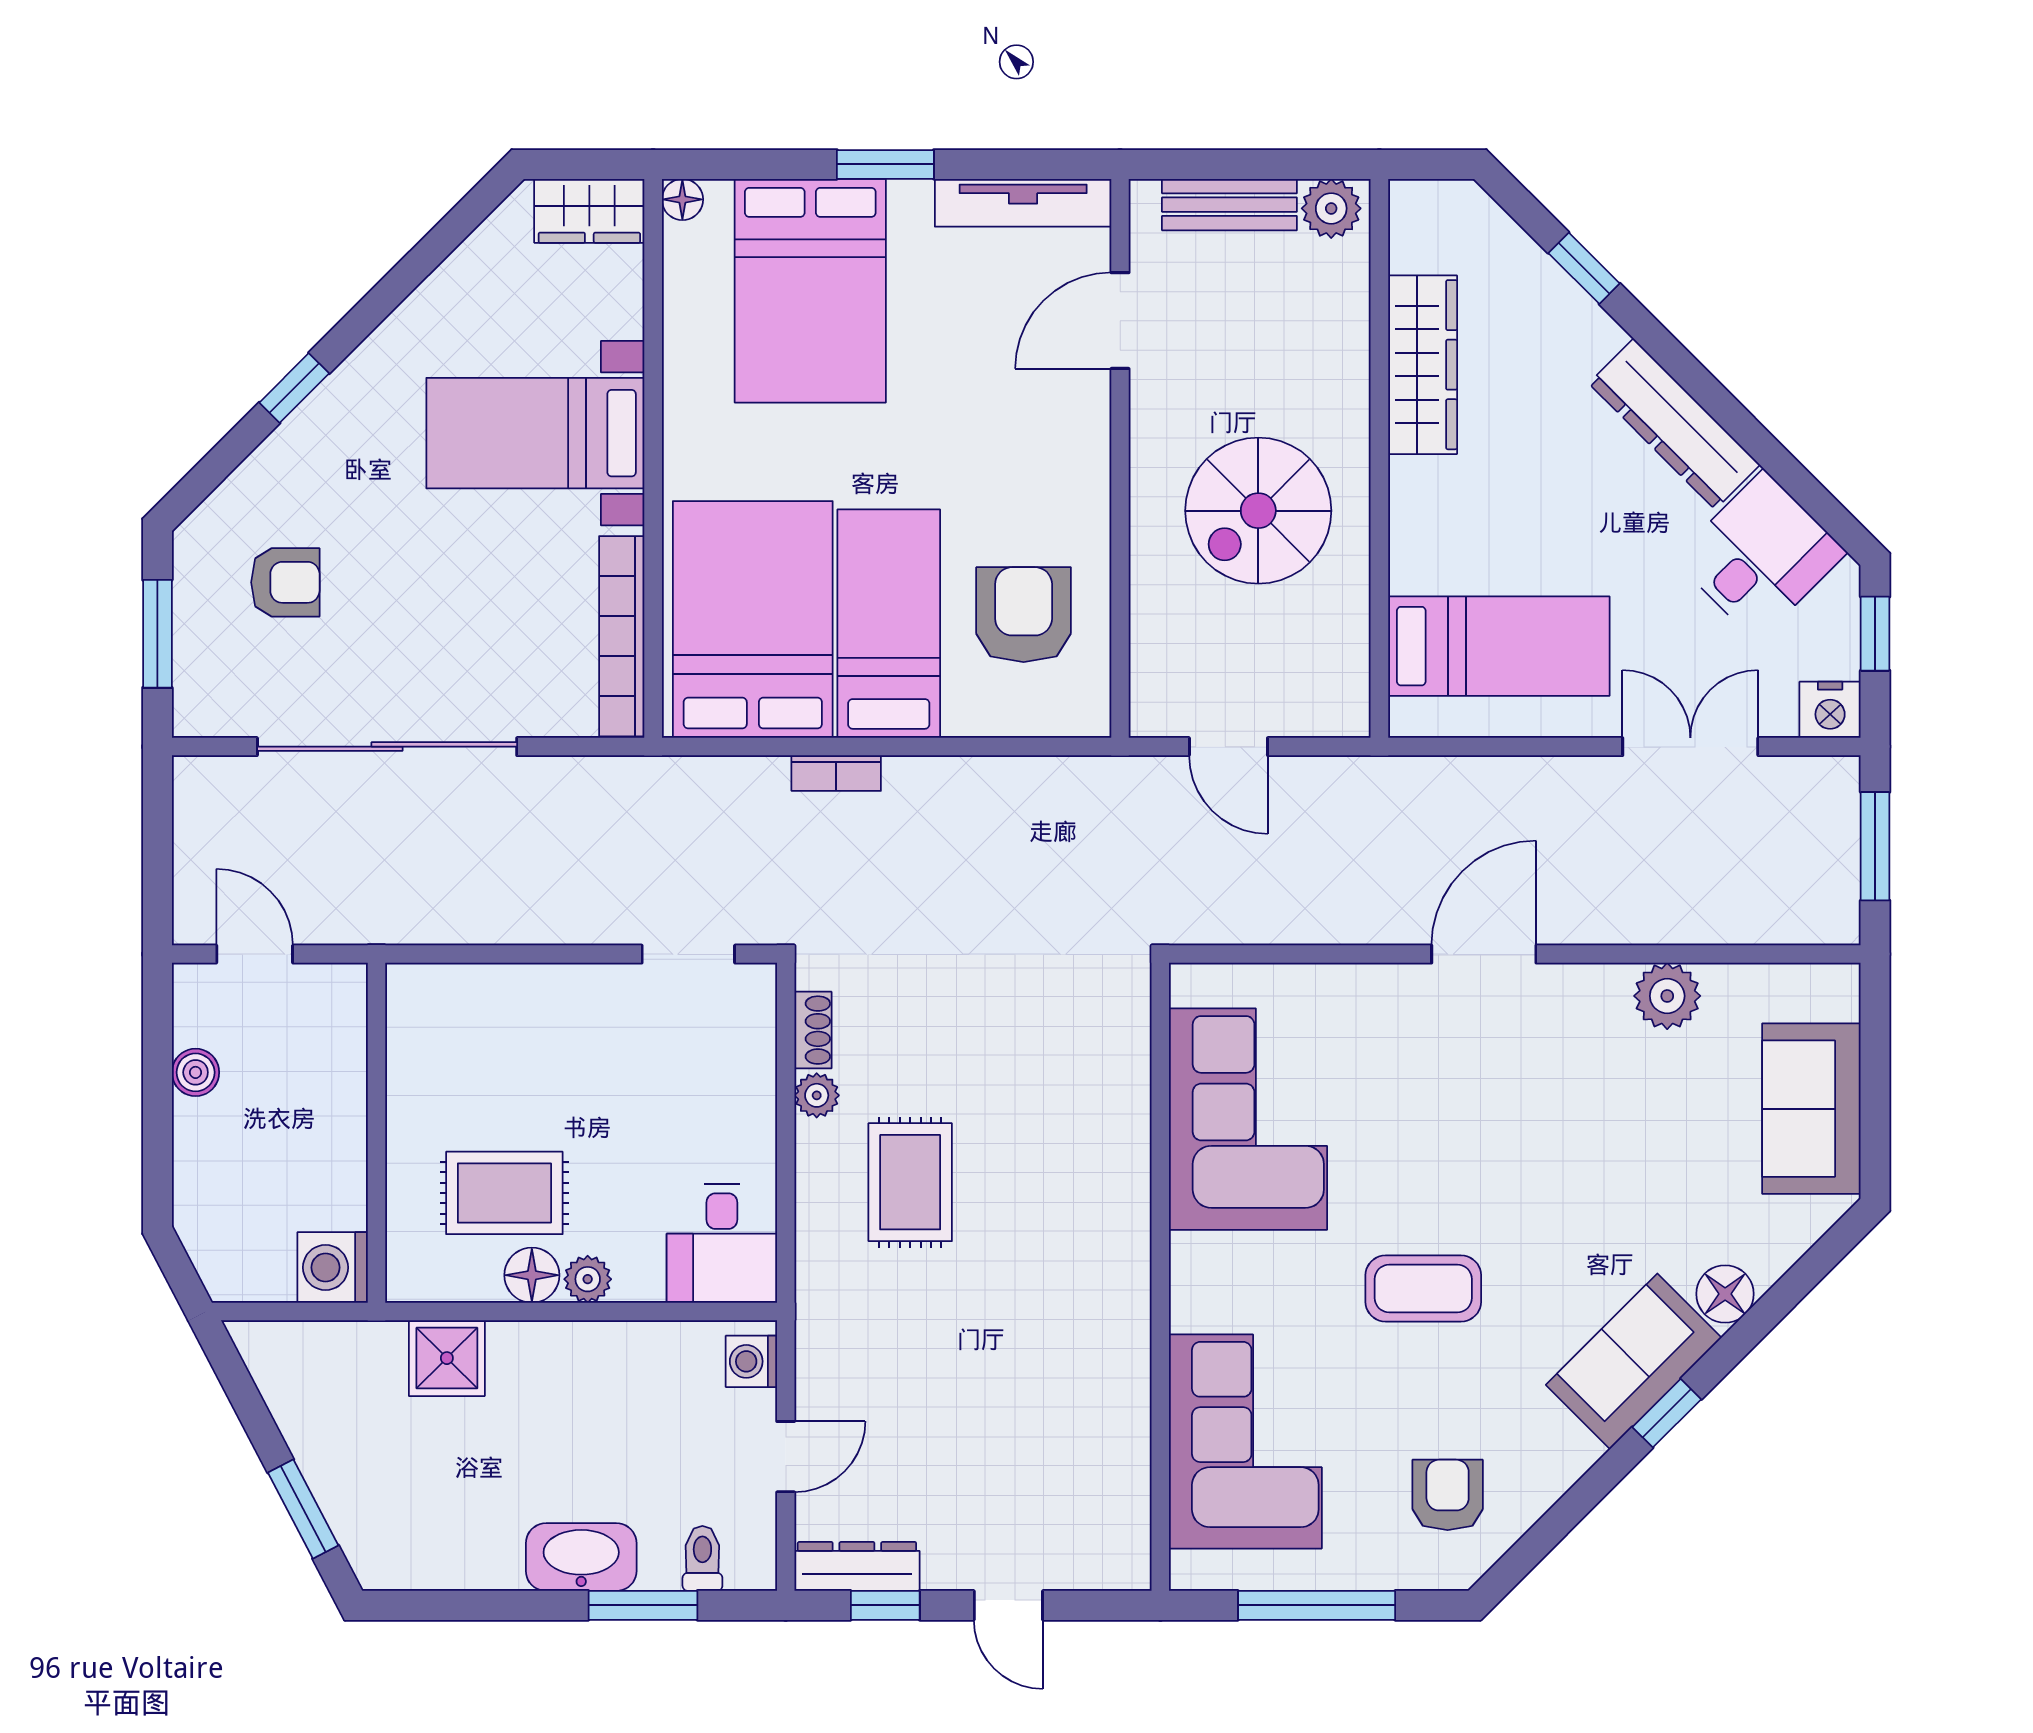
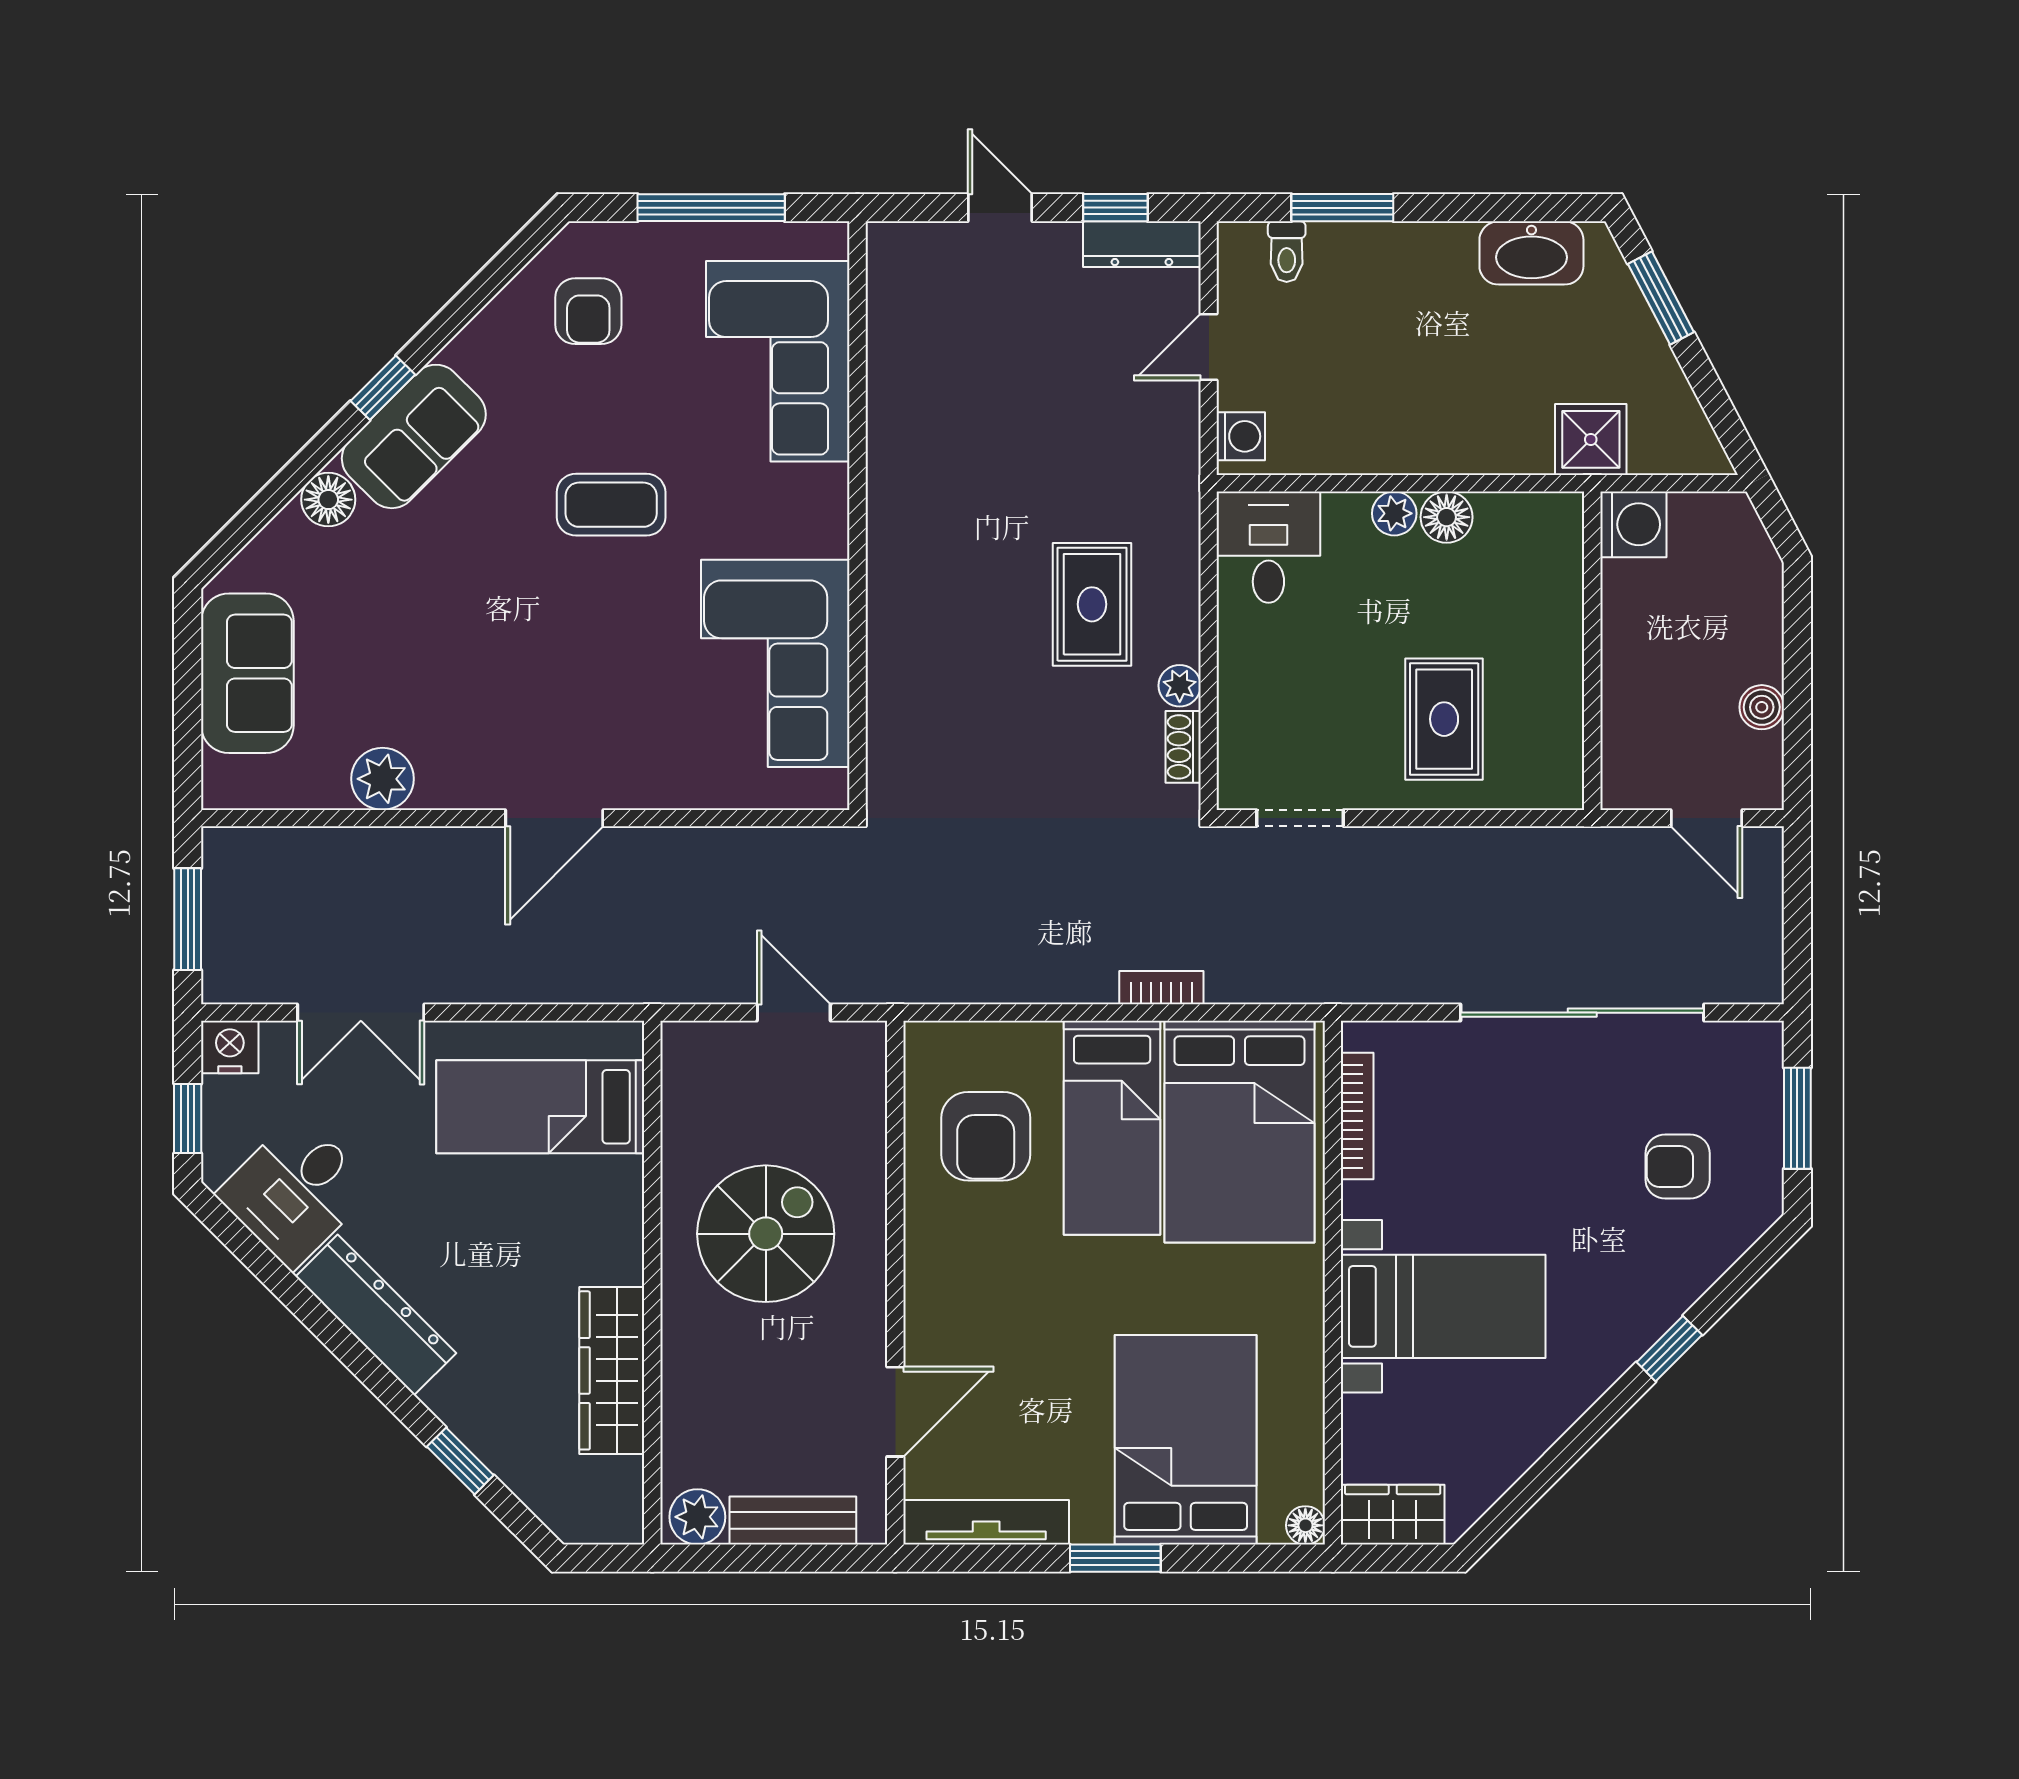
bookcase: (622, 636) -> (1357, 1116), width x0.68, depth x0.76
rug: (504, 1193) -> (1444, 719), moved, turned 90
shower: (447, 1358) -> (1591, 439), moved
washbasin: (581, 1557) -> (1531, 253), moved

